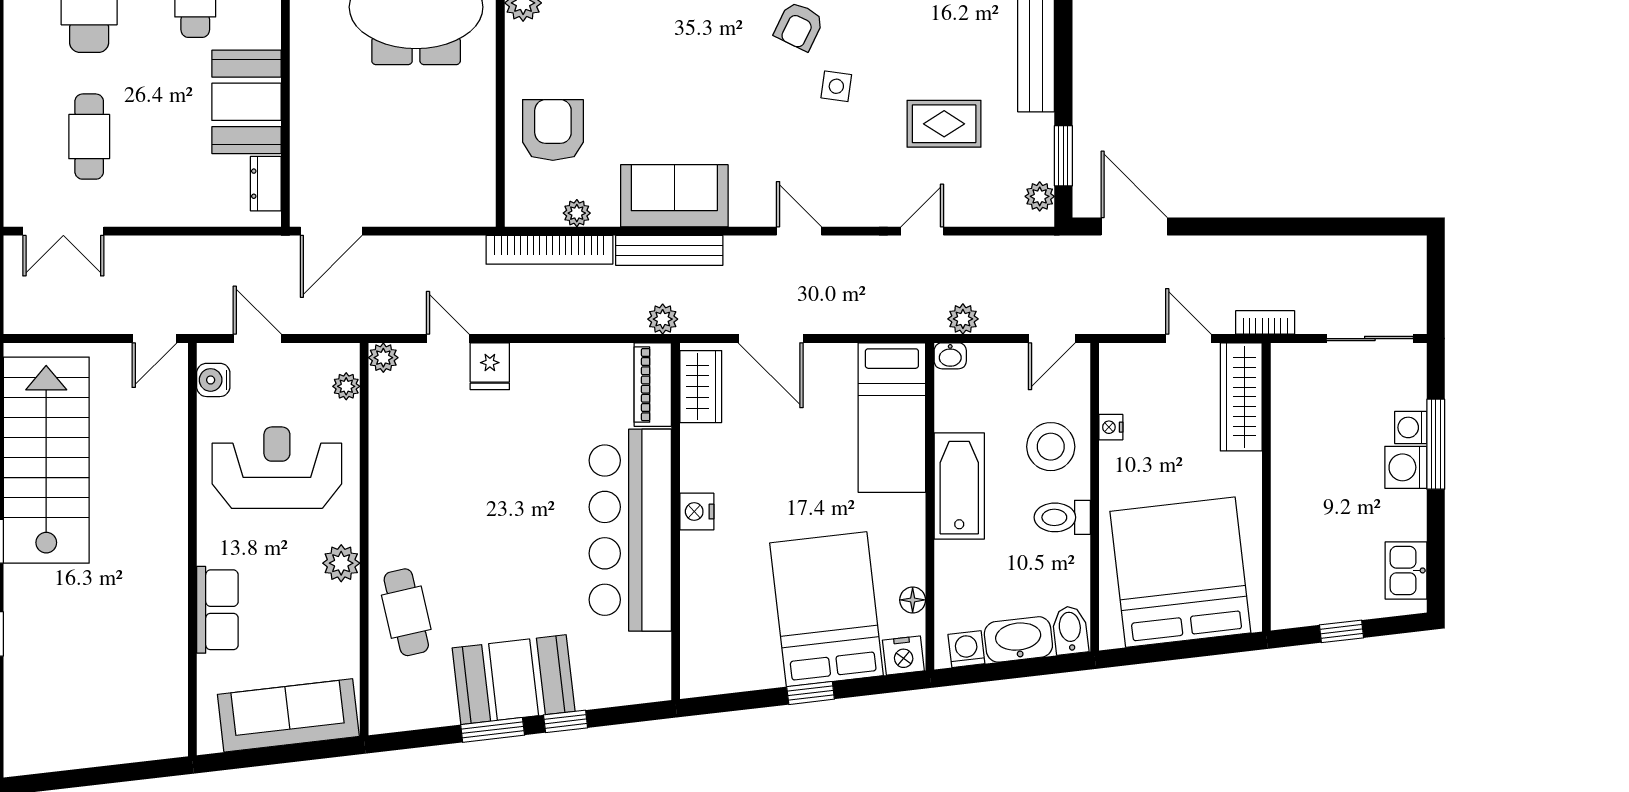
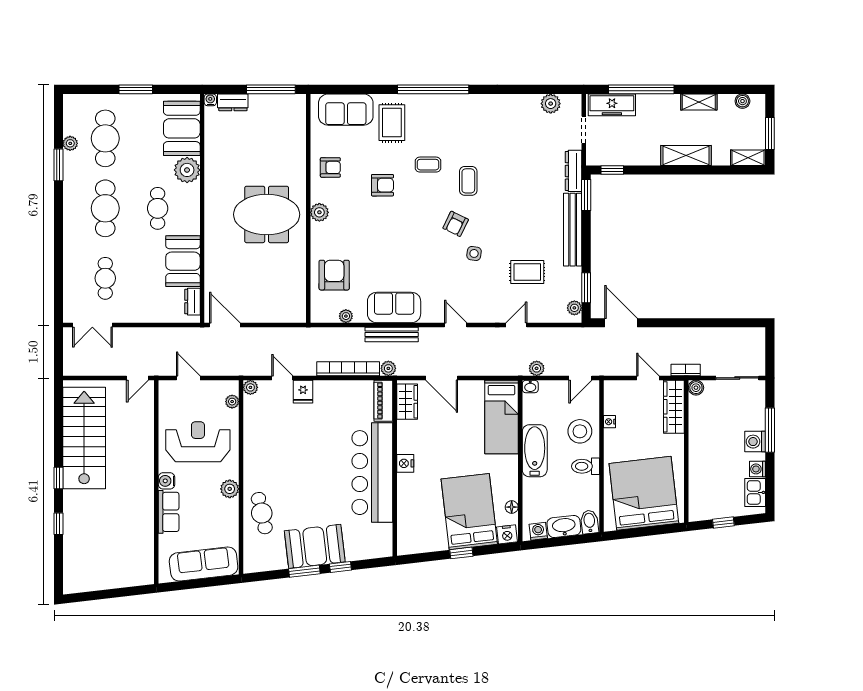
door: (331, 231) -> (225, 325), swing flipped
bookcase: (549, 250) -> (348, 369), moved, turned 180
boiler: (1286, 358) -> (696, 388), added
water cooler: (213, 380) -> (167, 481), moved
washing machine: (1411, 427) -> (758, 469), moved

